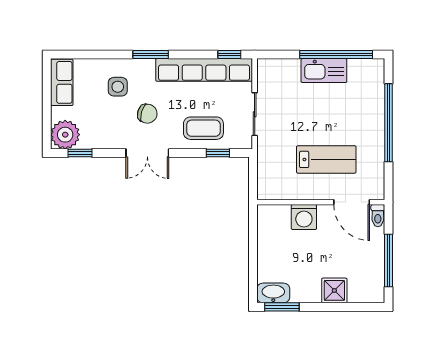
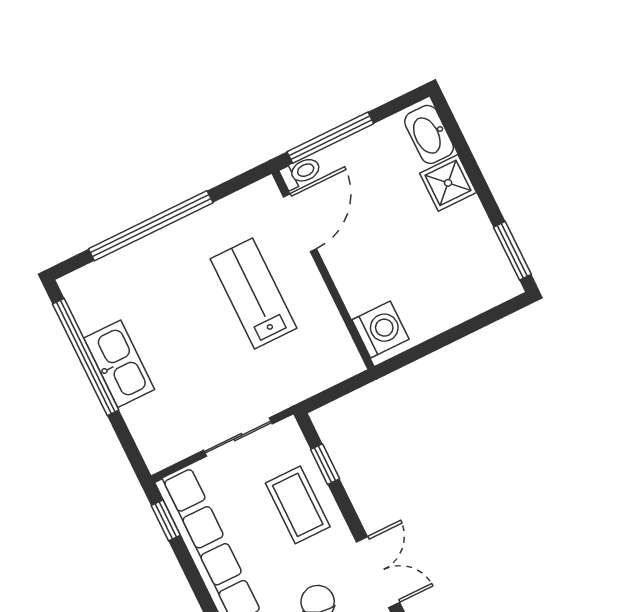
washing machine: (304, 217) -> (380, 330), moved
window: (389, 261) -> (330, 138), moved
washbasin: (273, 293) -> (429, 134), moved

